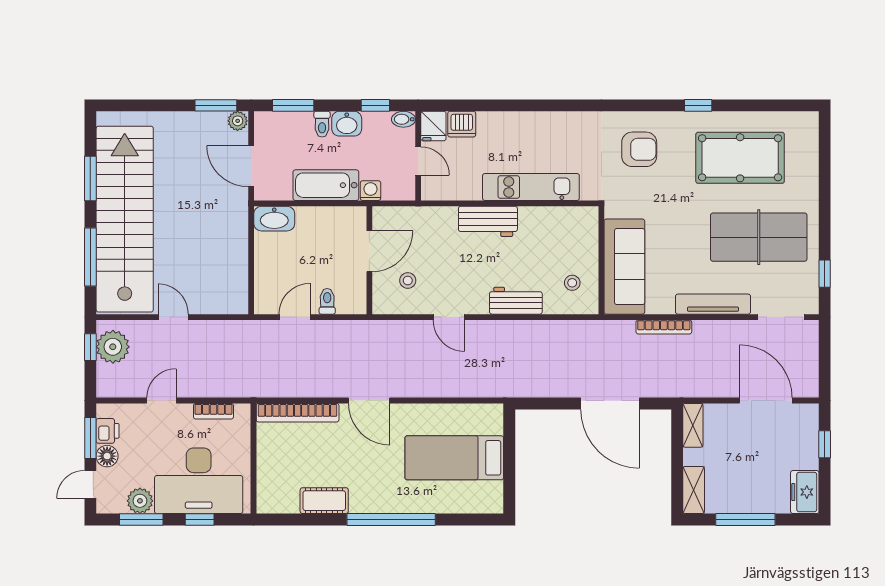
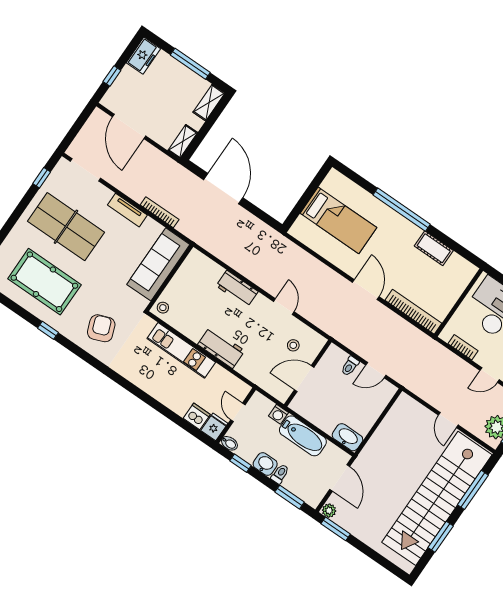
armchair: (639, 149) -> (101, 328), turned 69
stool: (572, 283) -> (163, 308), moved
tv unit: (713, 304) -> (127, 210), width x0.71

